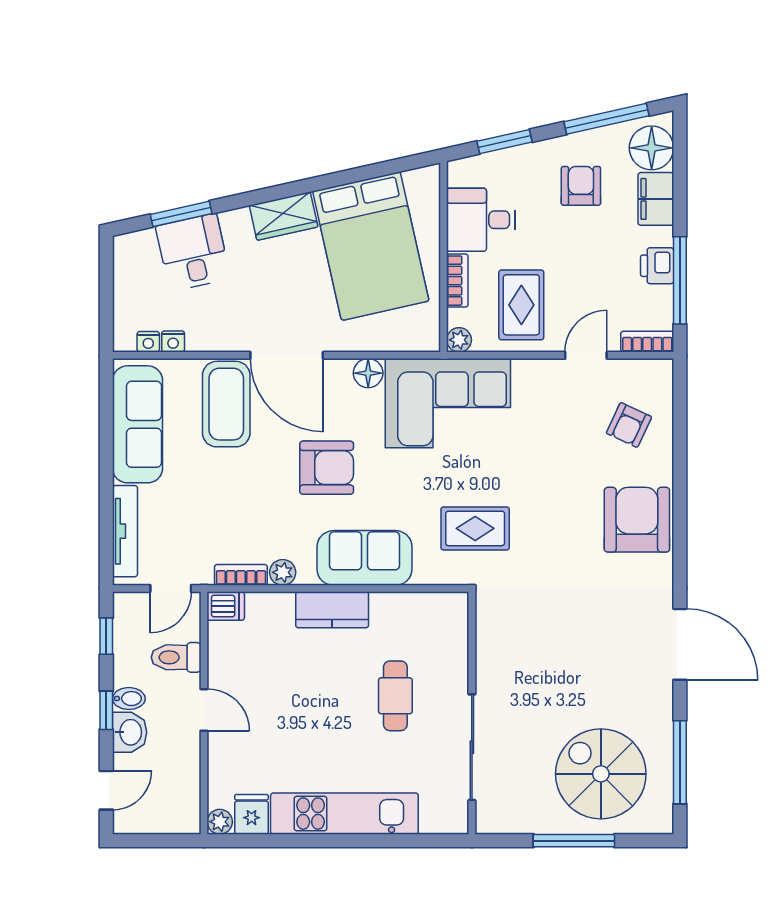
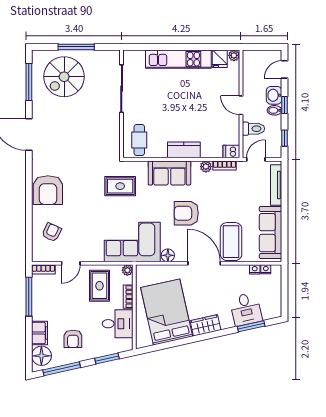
printer: (657, 266) -> (39, 303), removed
cafe table: (395, 696) -> (139, 140), moved
spiral stairs: (601, 774) -> (64, 77), turned 90

